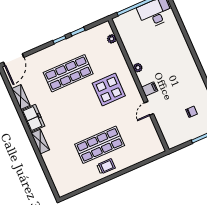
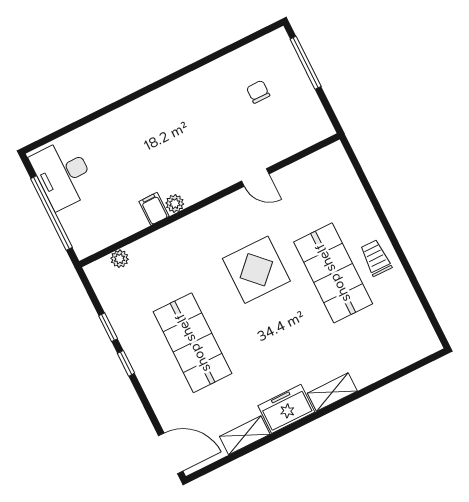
filing cabinet: (150, 89) -> (154, 209), moved
display table: (109, 90) -> (256, 270), moved

